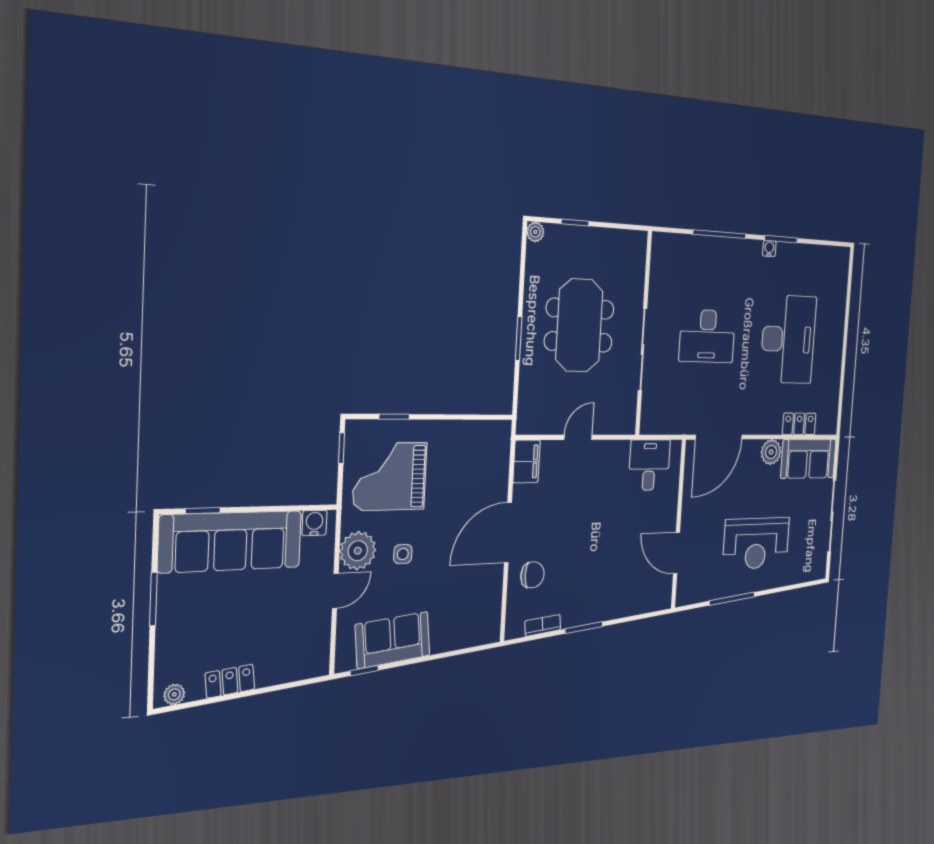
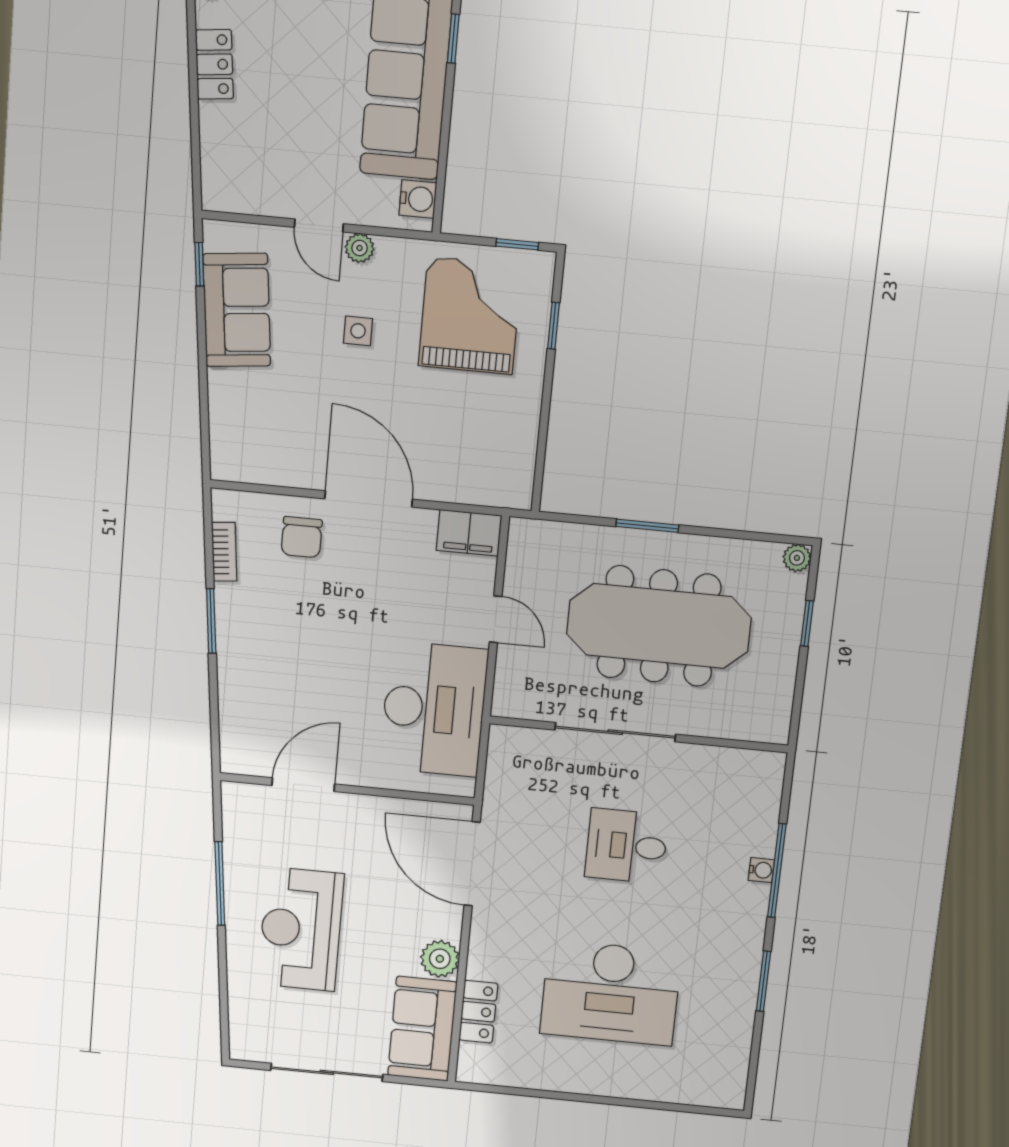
water cooler: (769, 249) -> (761, 870), moved
meeting table: (579, 325) -> (659, 626), width x1.36
desk: (707, 336) -> (627, 846), width x0.73
desk: (649, 465) -> (434, 709), width x1.87, depth x1.30
plant: (358, 551) -> (360, 248), width x0.53, depth x0.53

